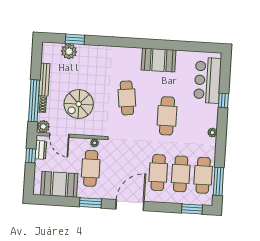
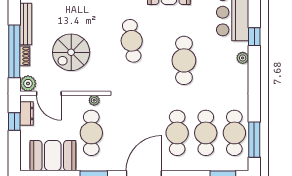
plant: (212, 133) -> (243, 58), moved

